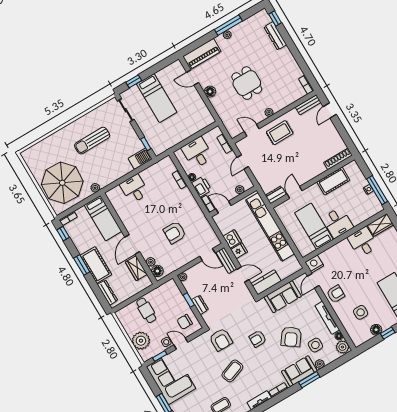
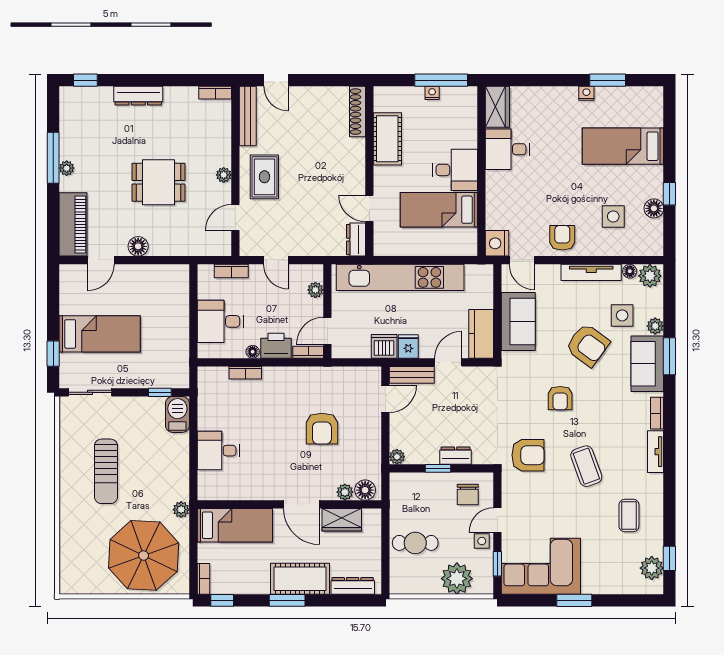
dresser: (275, 36) -> (138, 96), moved
bench: (308, 105) -> (248, 116), width x1.36

